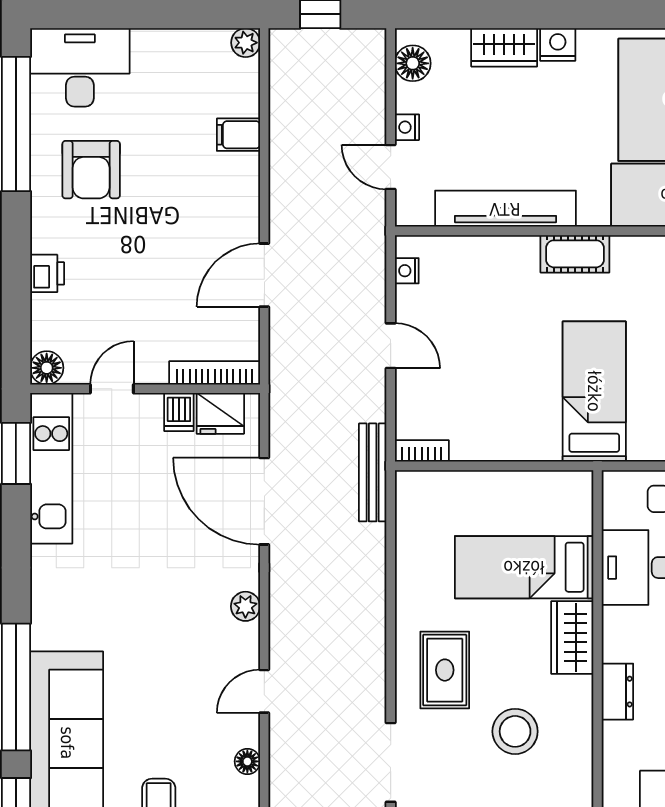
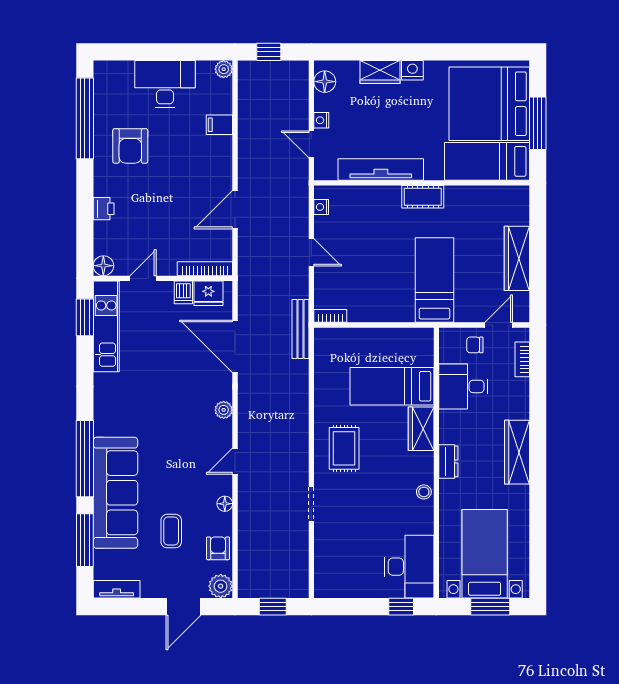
desk: (80, 67) -> (165, 84), moved
stool: (515, 731) -> (424, 492), moved, width x0.53, depth x0.53
doorway: (391, 762) -> (311, 504), width x0.73

